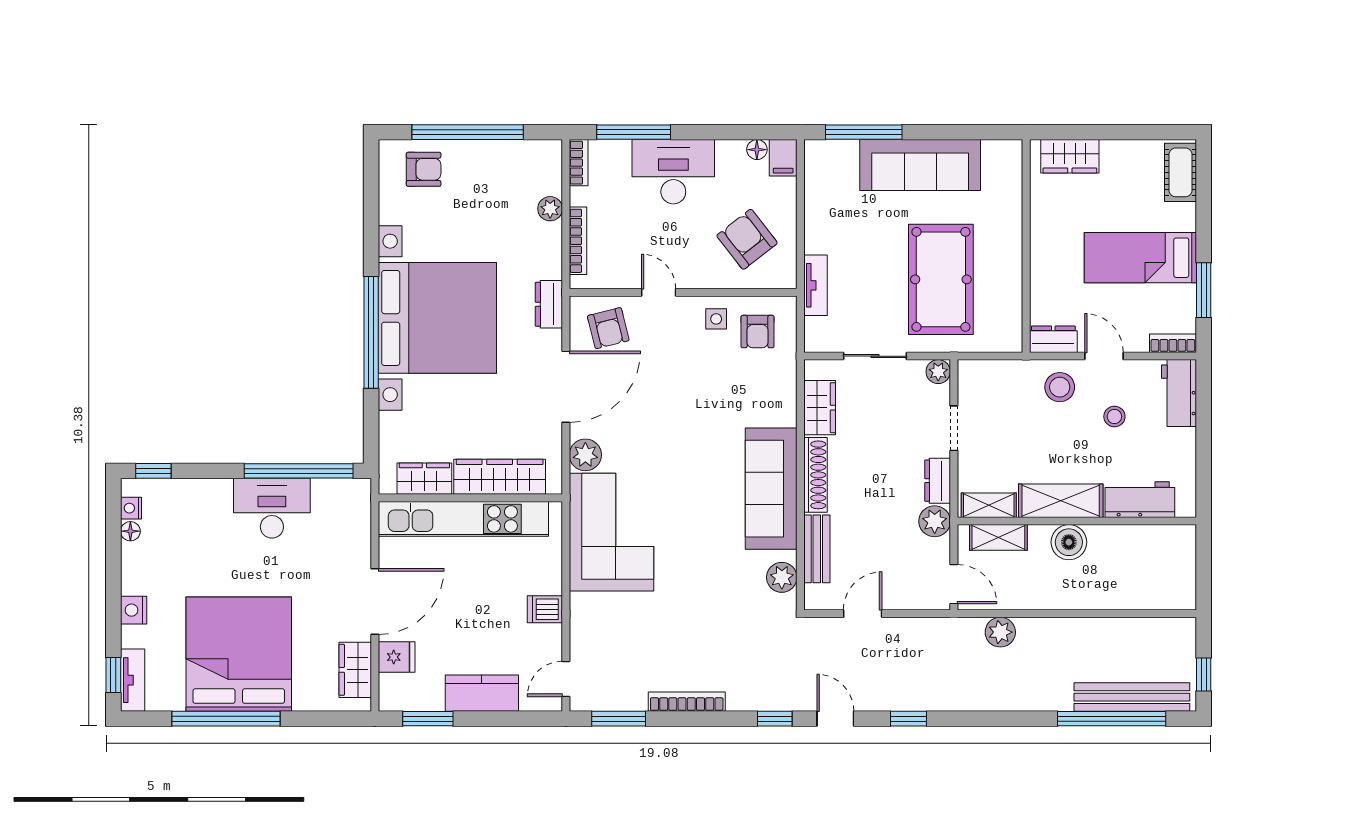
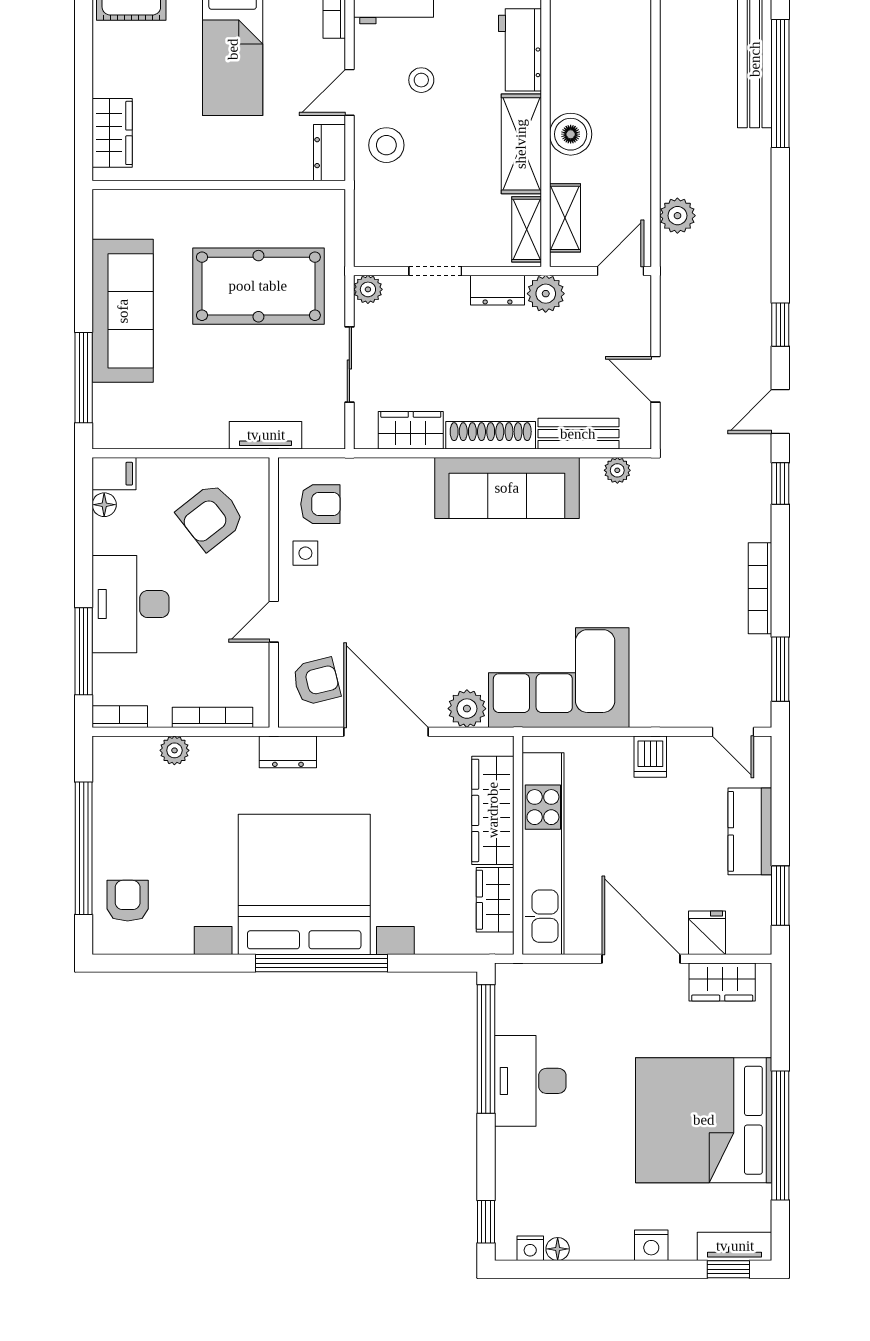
plant: (782, 577) -> (617, 470), width x0.73, depth x0.73

